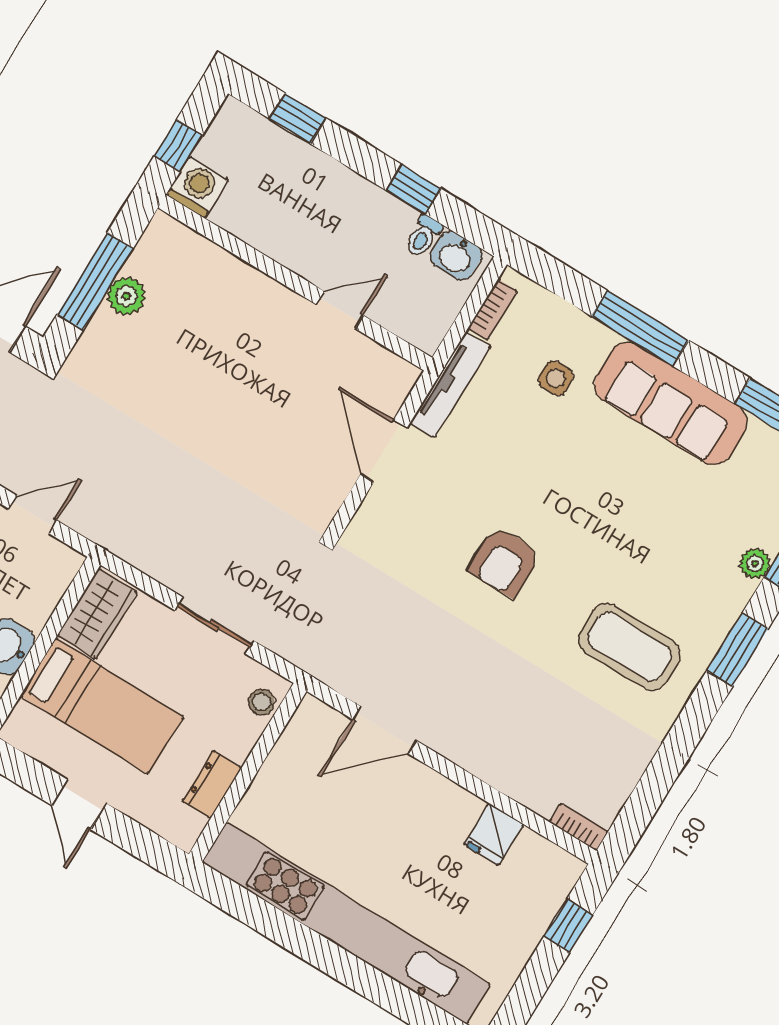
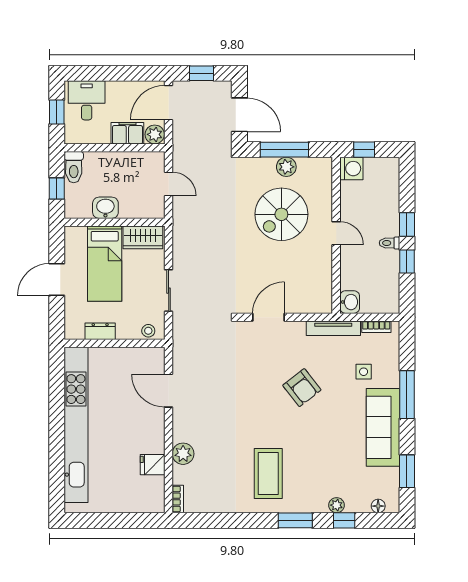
window: (298, 118) -> (407, 224), moved
toilet: (423, 236) -> (389, 243), moved
washbasin: (456, 256) -> (350, 302), moved, turned 180
door: (340, 310) -> (336, 233), moved
spiral stairs: (202, 354) -> (281, 214), added
door: (384, 451) -> (268, 317), moved
armchair: (504, 562) -> (302, 388), moved, turned -128
plant: (507, 771) -> (183, 454), added
door: (79, 804) -> (57, 279), width x1.38
window: (568, 926) -> (133, 520), removed

